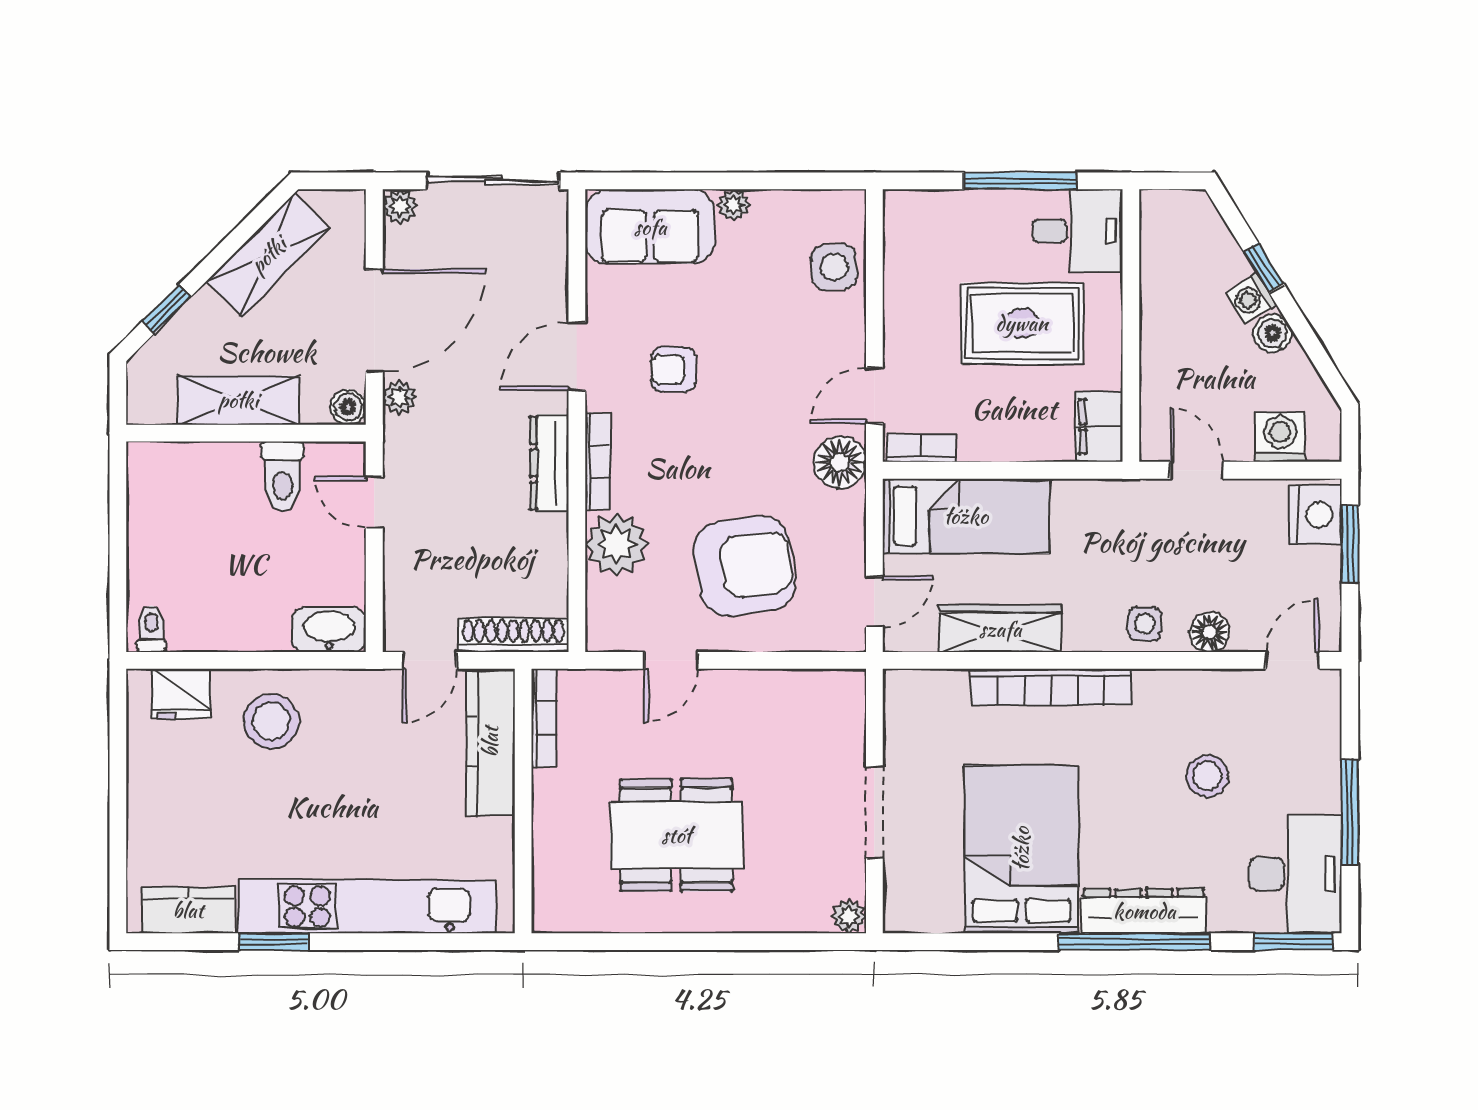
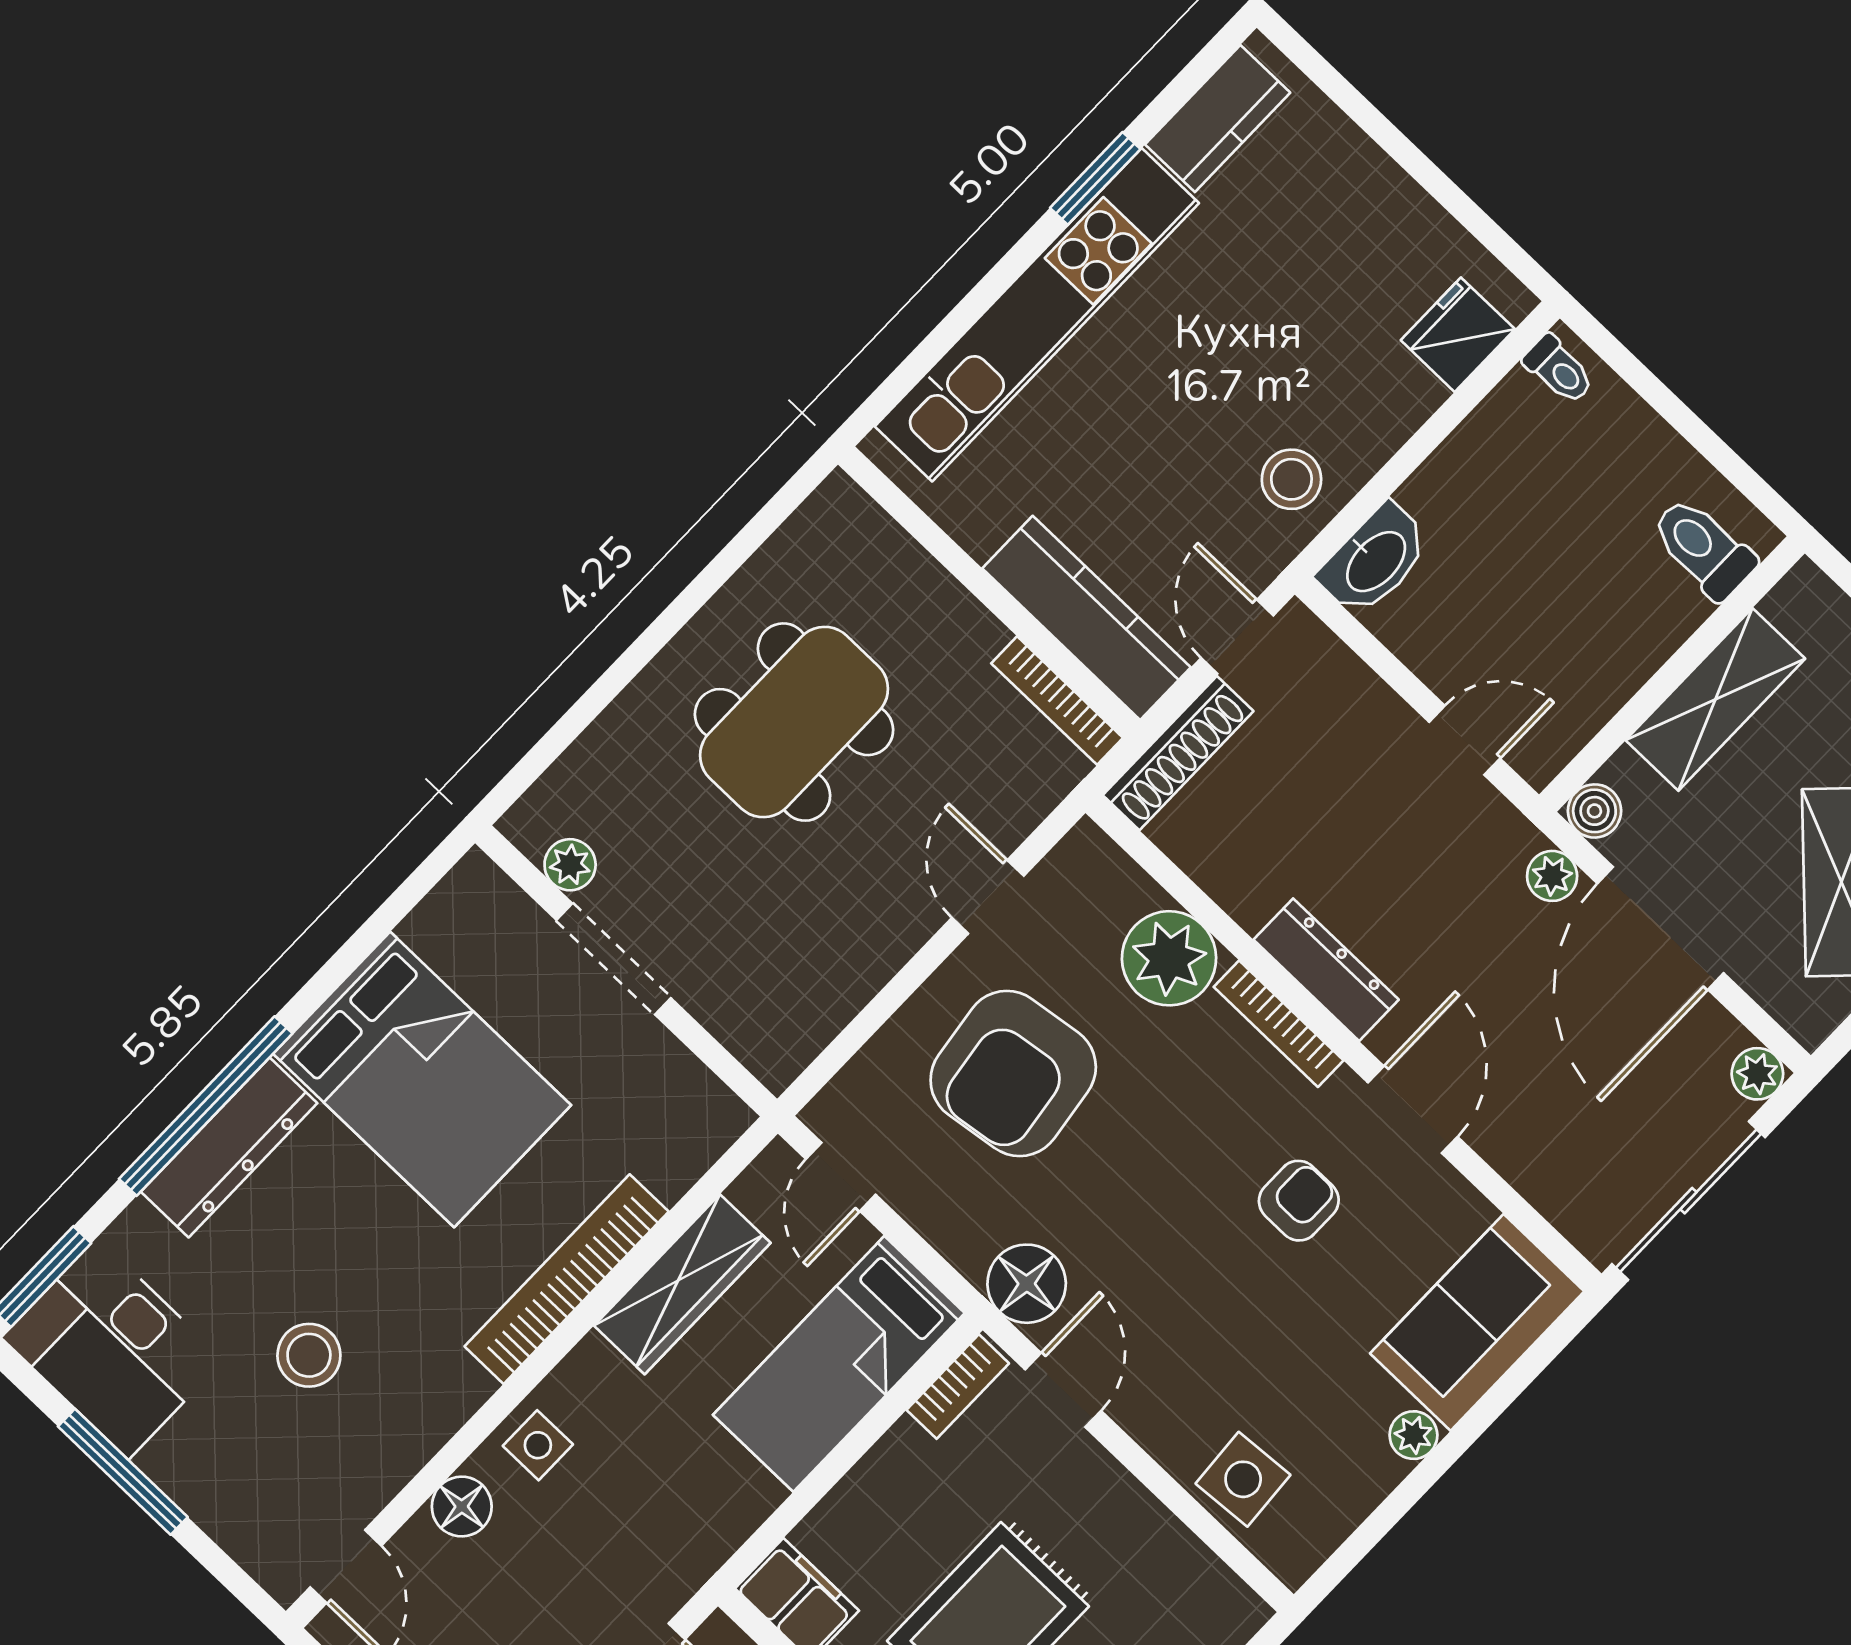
toilet: (282, 476) -> (1703, 548), moved
stool: (271, 721) -> (1291, 479), moved, width x0.73, depth x0.73
plant: (849, 916) -> (570, 865), moved

